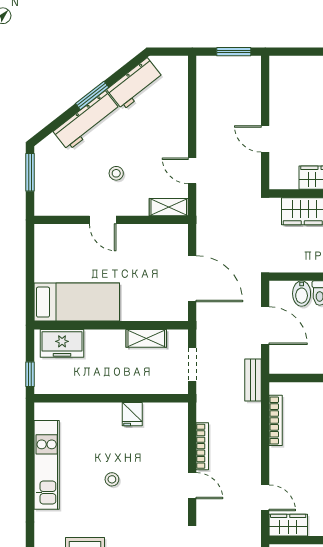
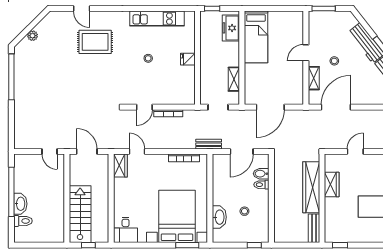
door: (192, 171) -> (336, 107), width x1.88
window: (30, 172) -> (324, 8), moved
shelving: (169, 207) -> (314, 78), moved
fridge: (132, 414) -> (188, 59), moved
door: (265, 498) -> (137, 152), swing flipped

